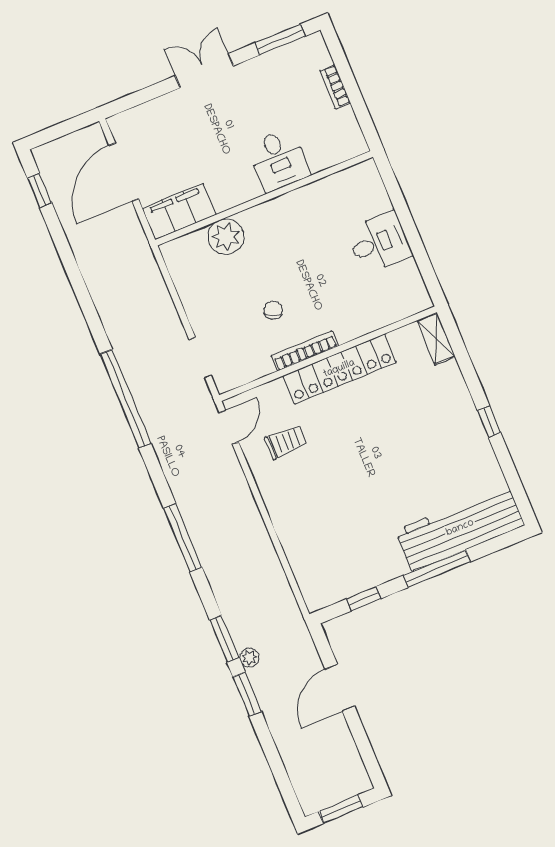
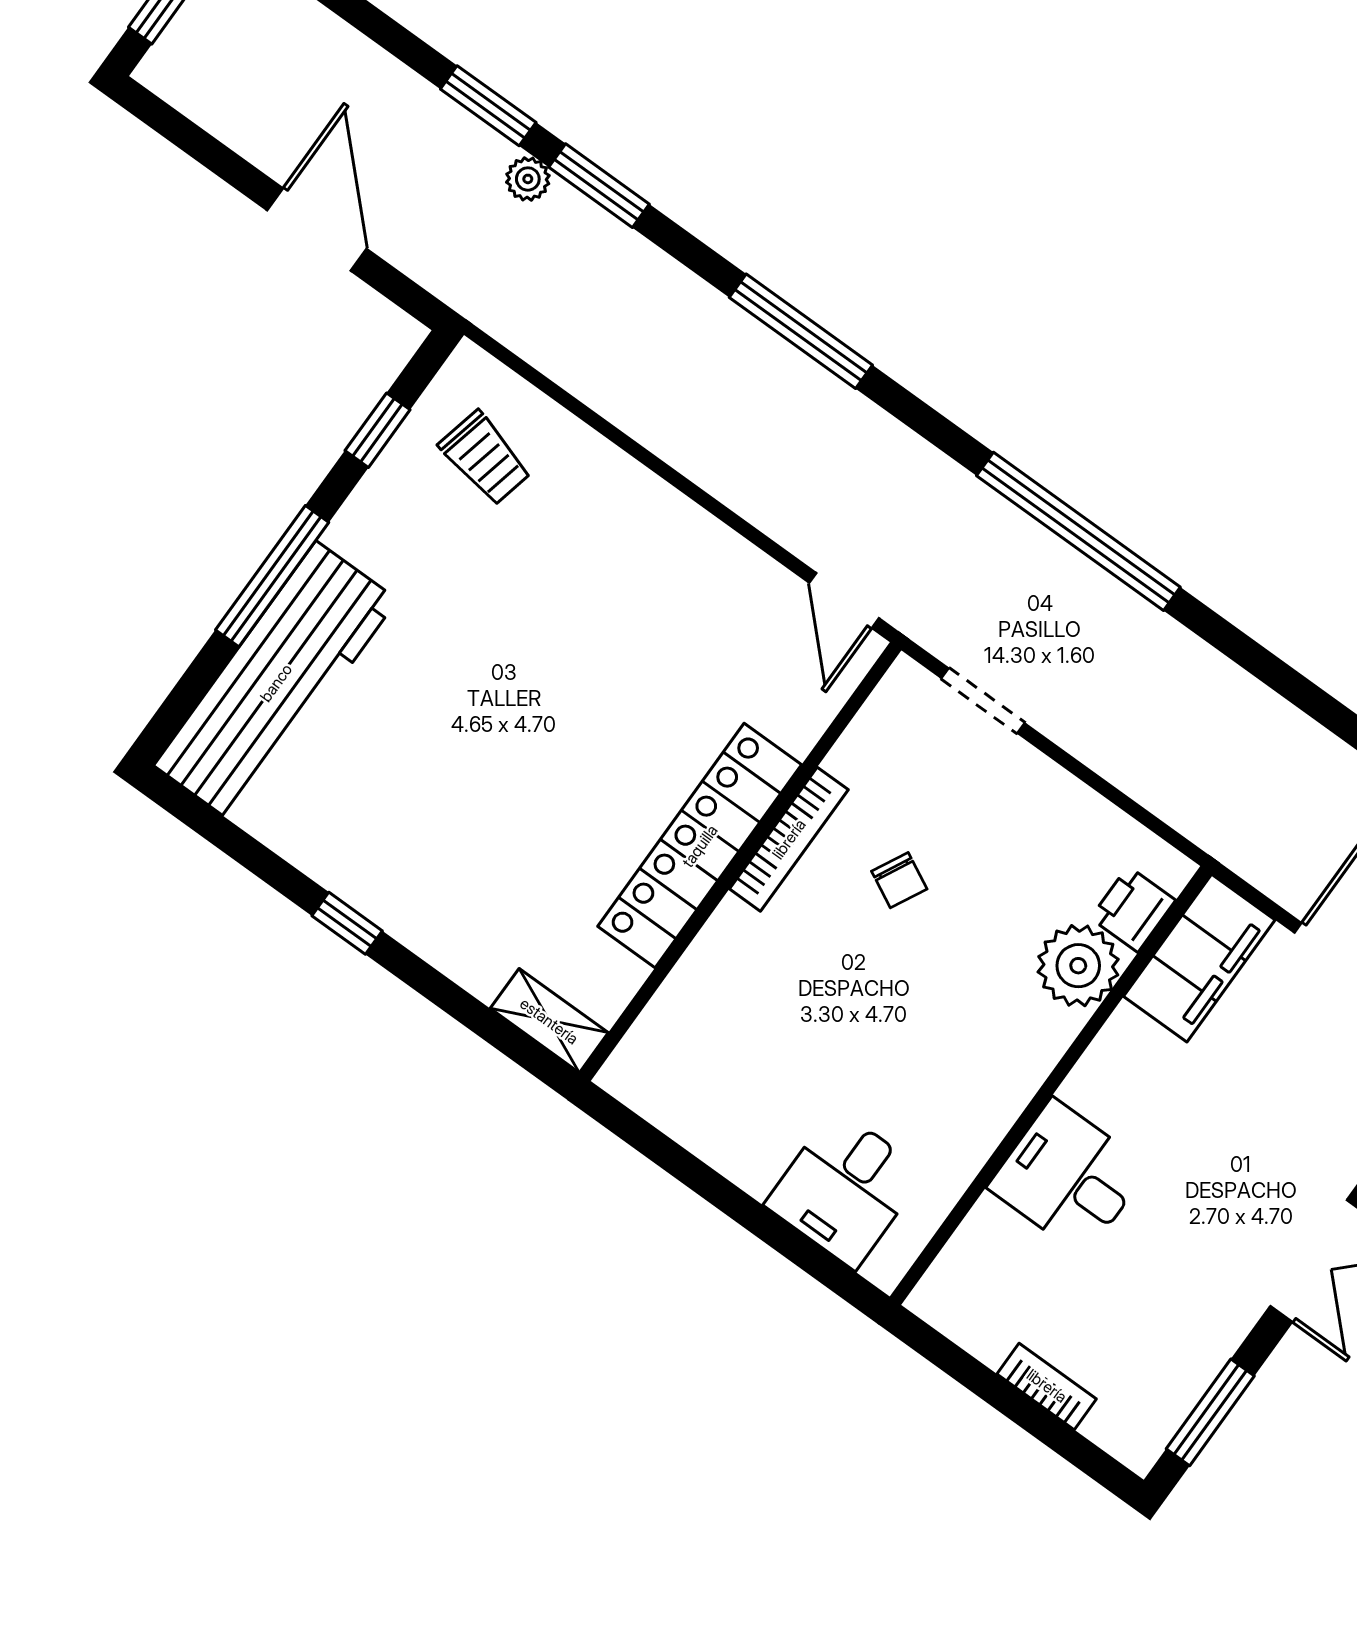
desk: (379, 242) -> (845, 1189), moved
printer: (193, 245) -> (1133, 909), added
trolley: (286, 442) -> (485, 458), moved, turned -77

